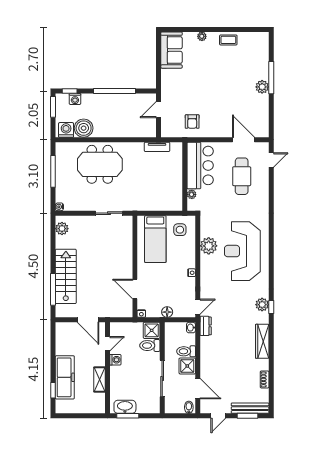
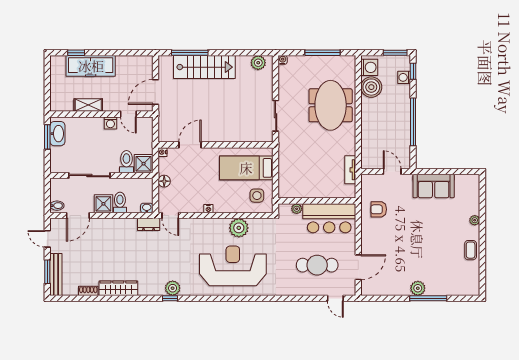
sofa: (171, 50) -> (434, 186), moved
wardrobe: (262, 341) -> (118, 288), moved

